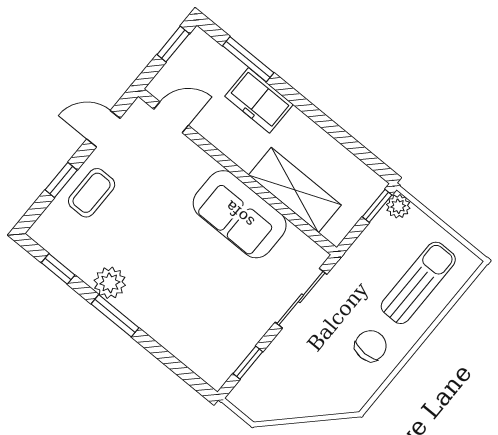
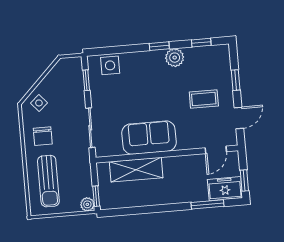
freezer: (259, 100) -> (225, 189), moved
coffee table: (92, 193) -> (204, 99), moved, turned 90
window: (115, 316) -> (159, 46), width x0.67
side table: (200, 352) -> (110, 65), added
side table: (335, 392) -> (39, 103), added

